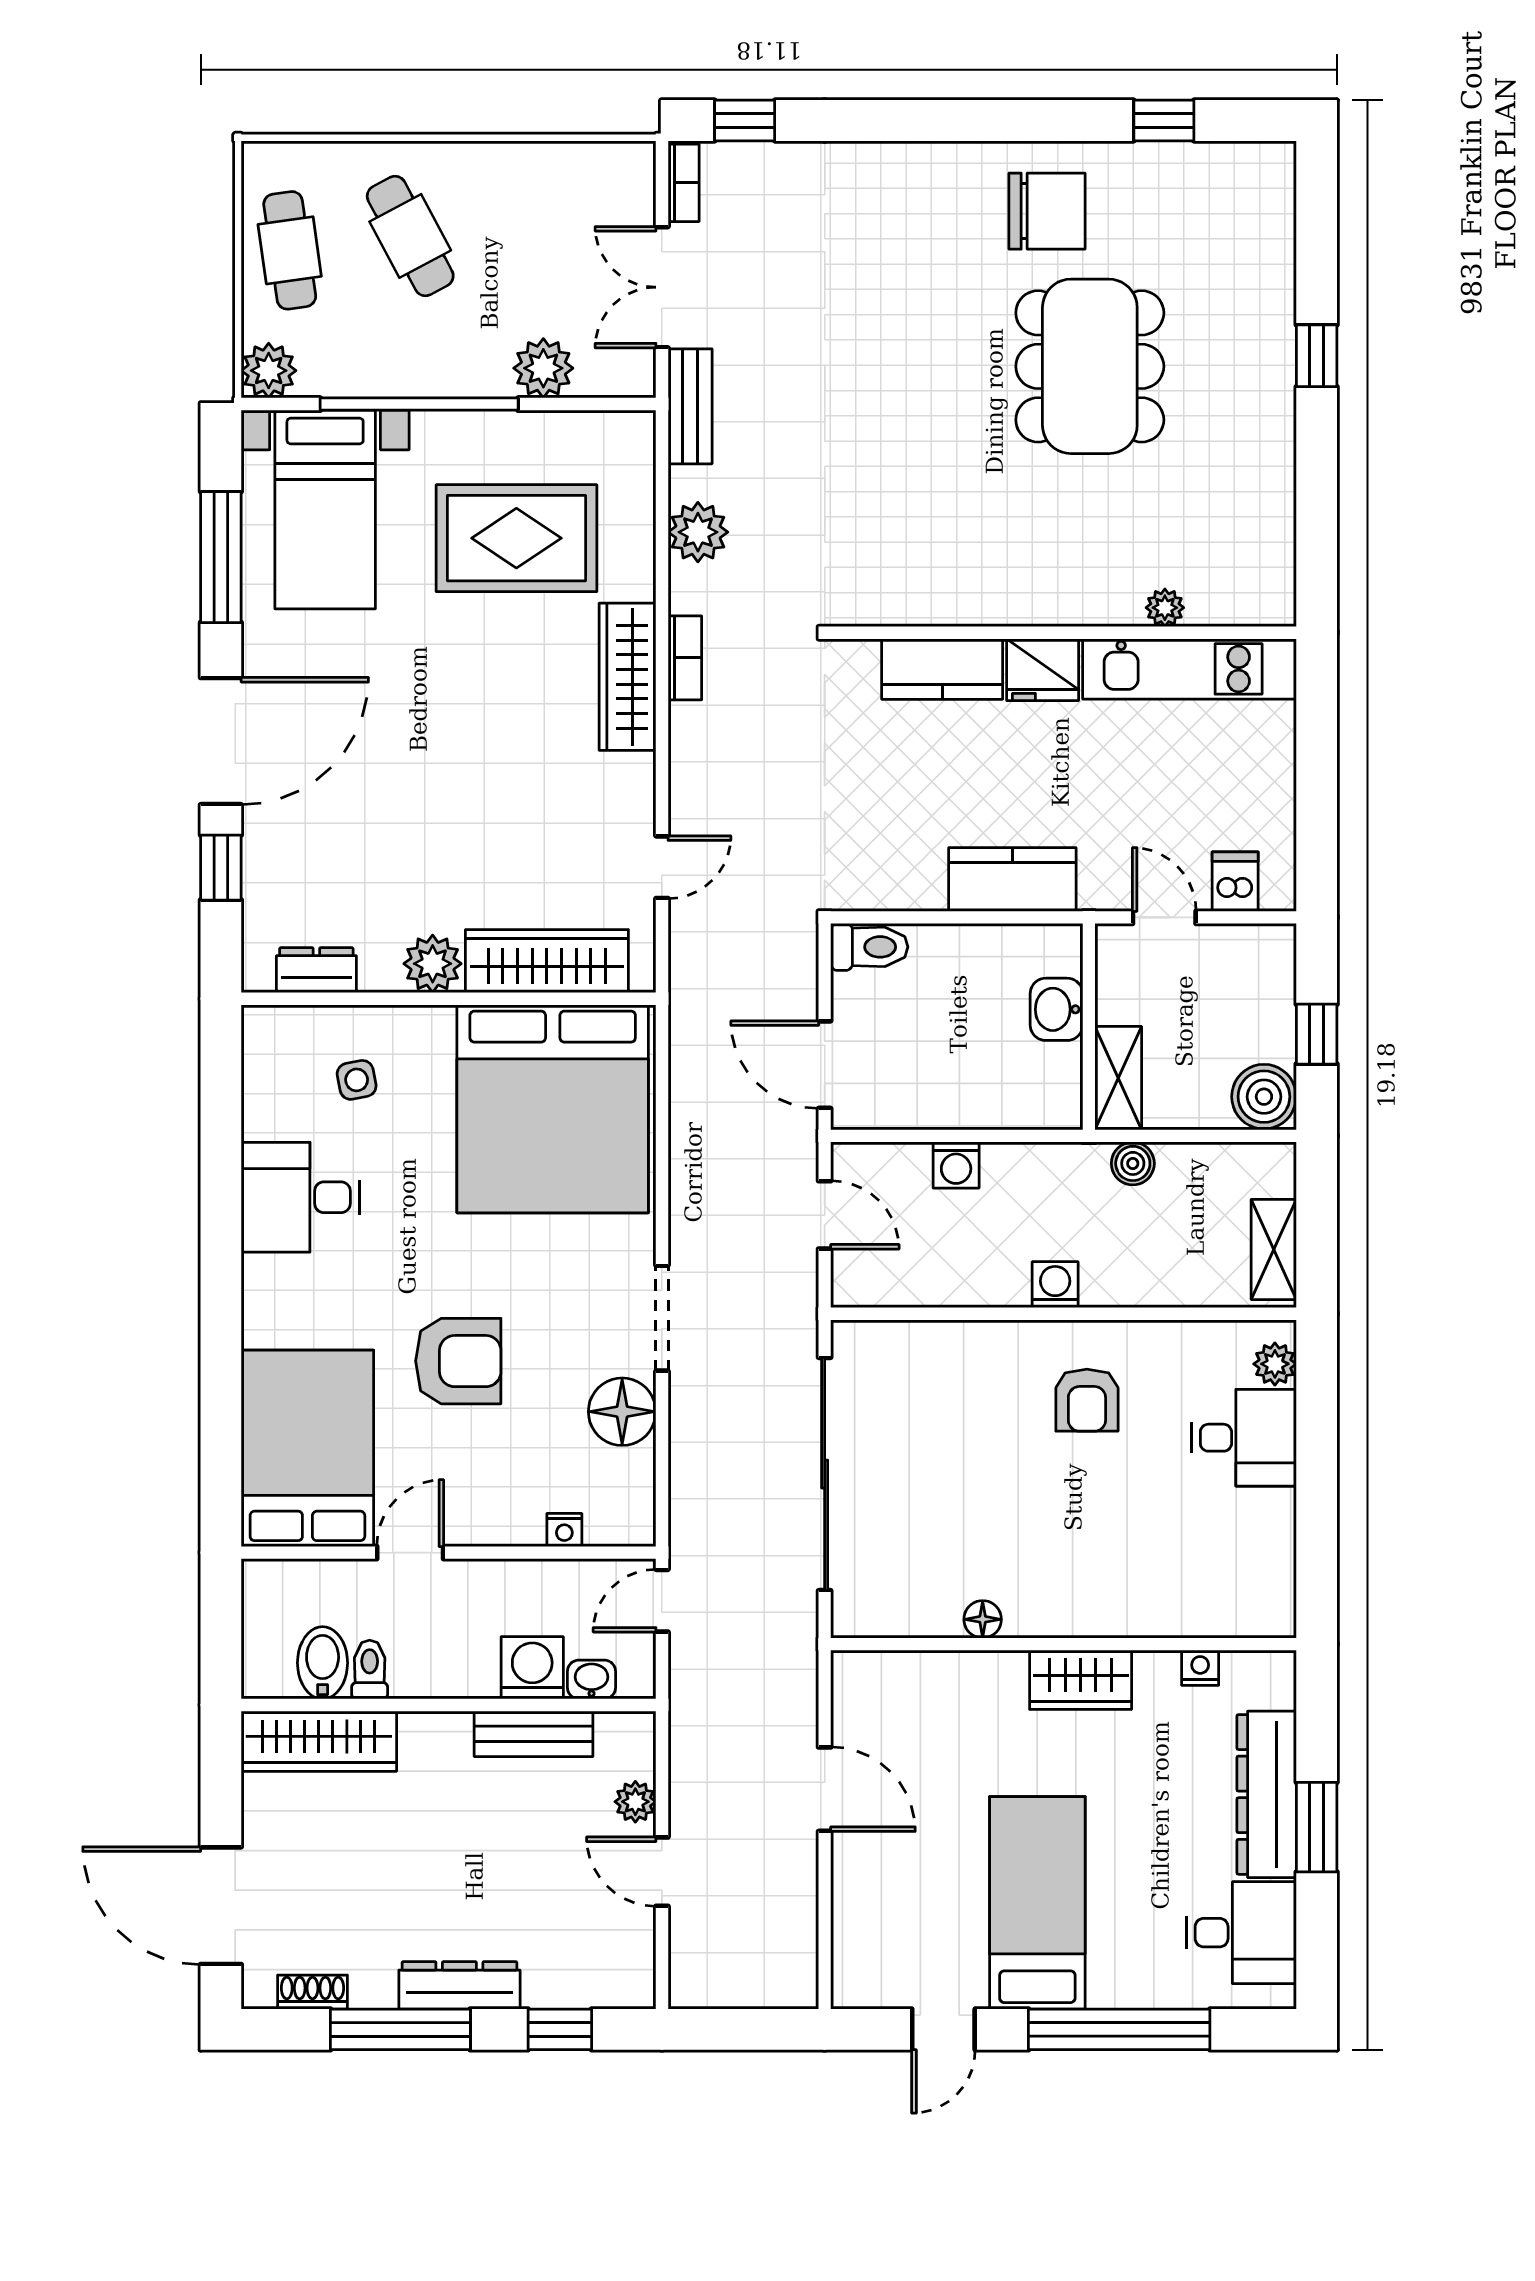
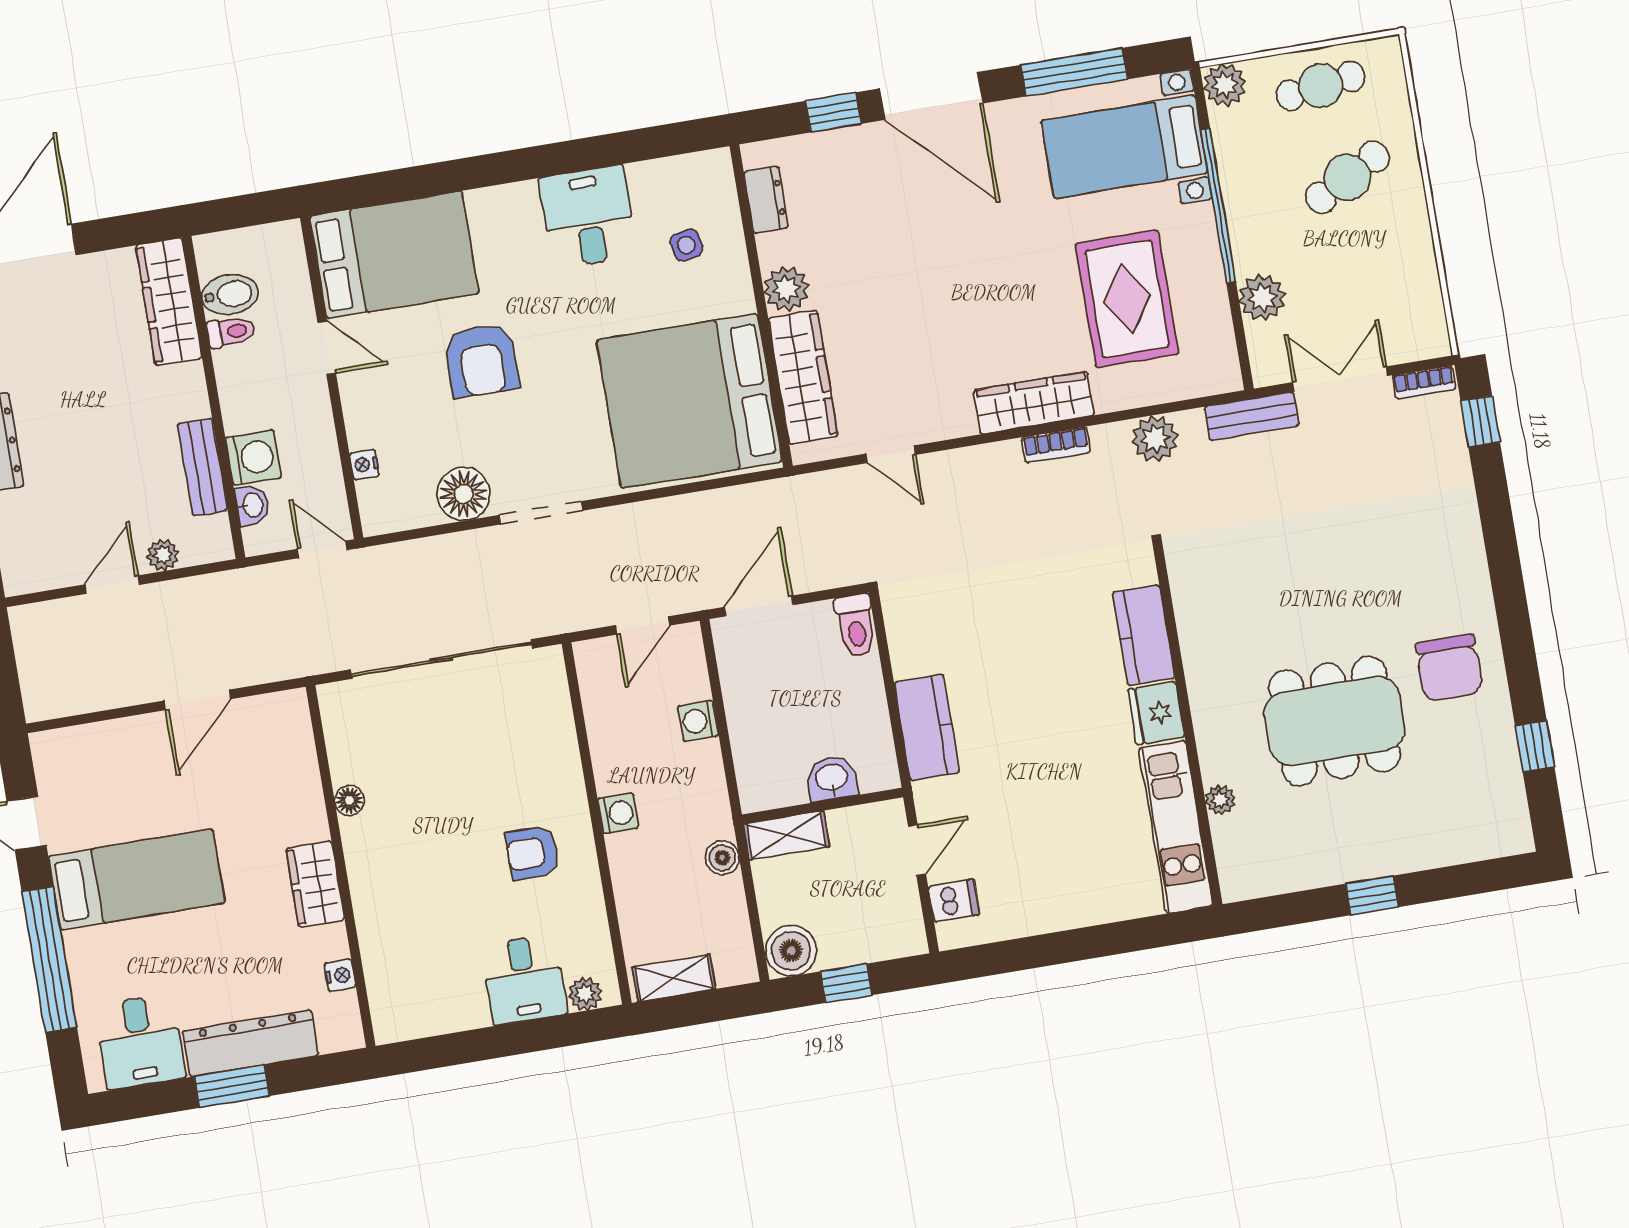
plant: (1165, 608) -> (1220, 800), moved
wall: (1063, 633) -> (1188, 725), moved
kitchen counter: (942, 669) -> (1144, 635), moved
kitchen unit: (1189, 669) -> (1176, 827), moved
fridge: (1043, 670) -> (1156, 713), moved

